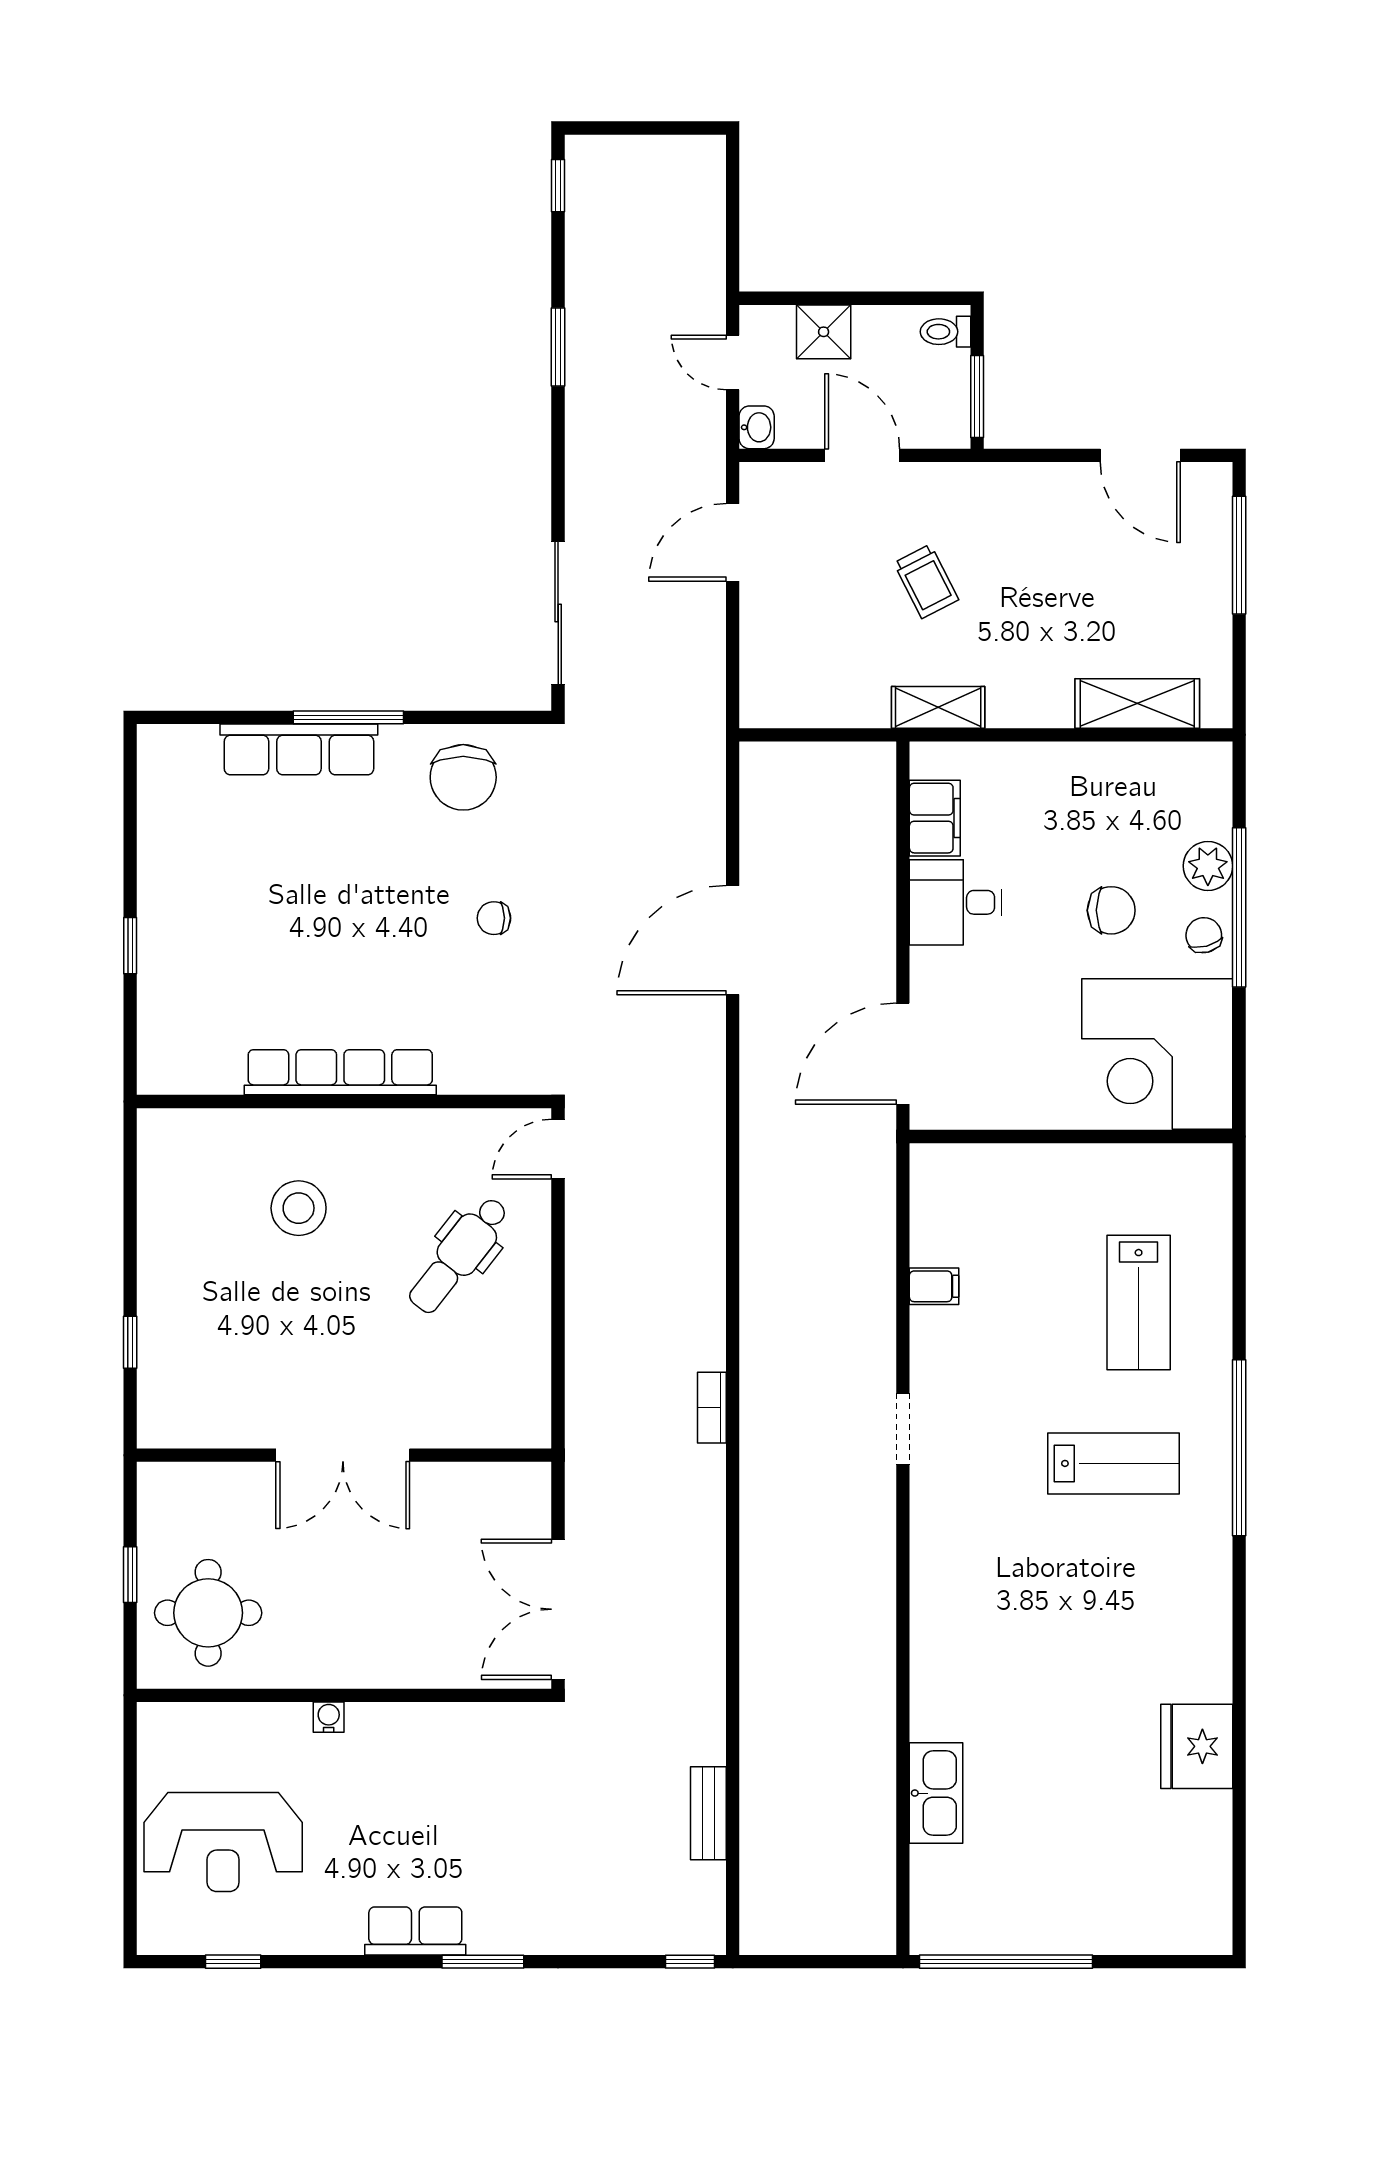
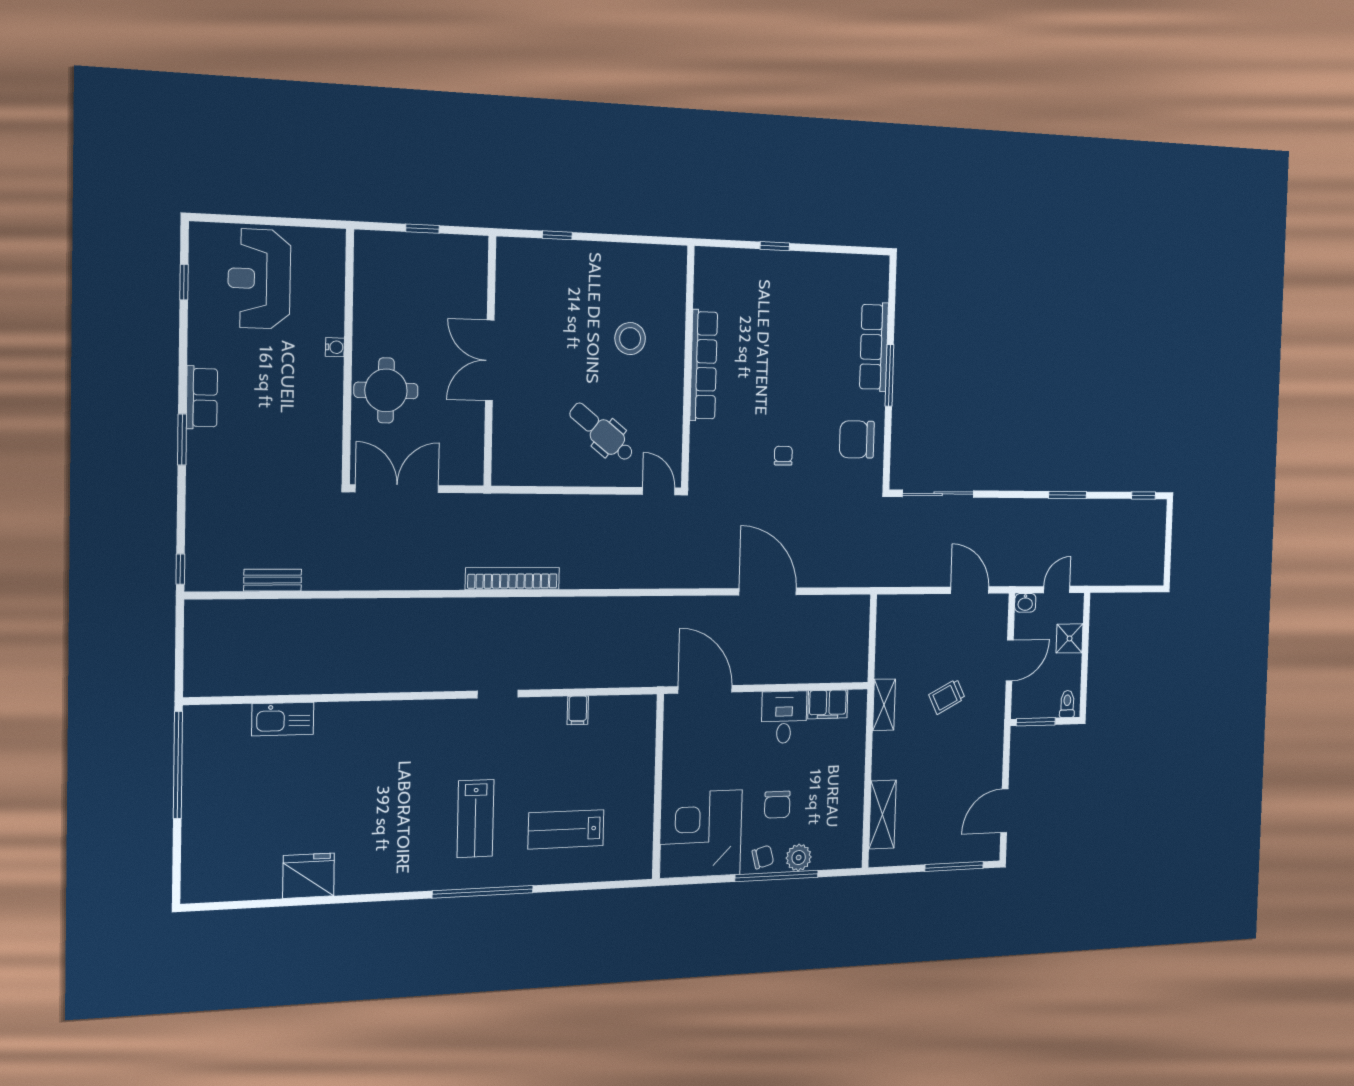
bookcase: (712, 1408) -> (513, 578), width x2.31, depth x1.31
round table: (208, 1613) -> (386, 390), moved

